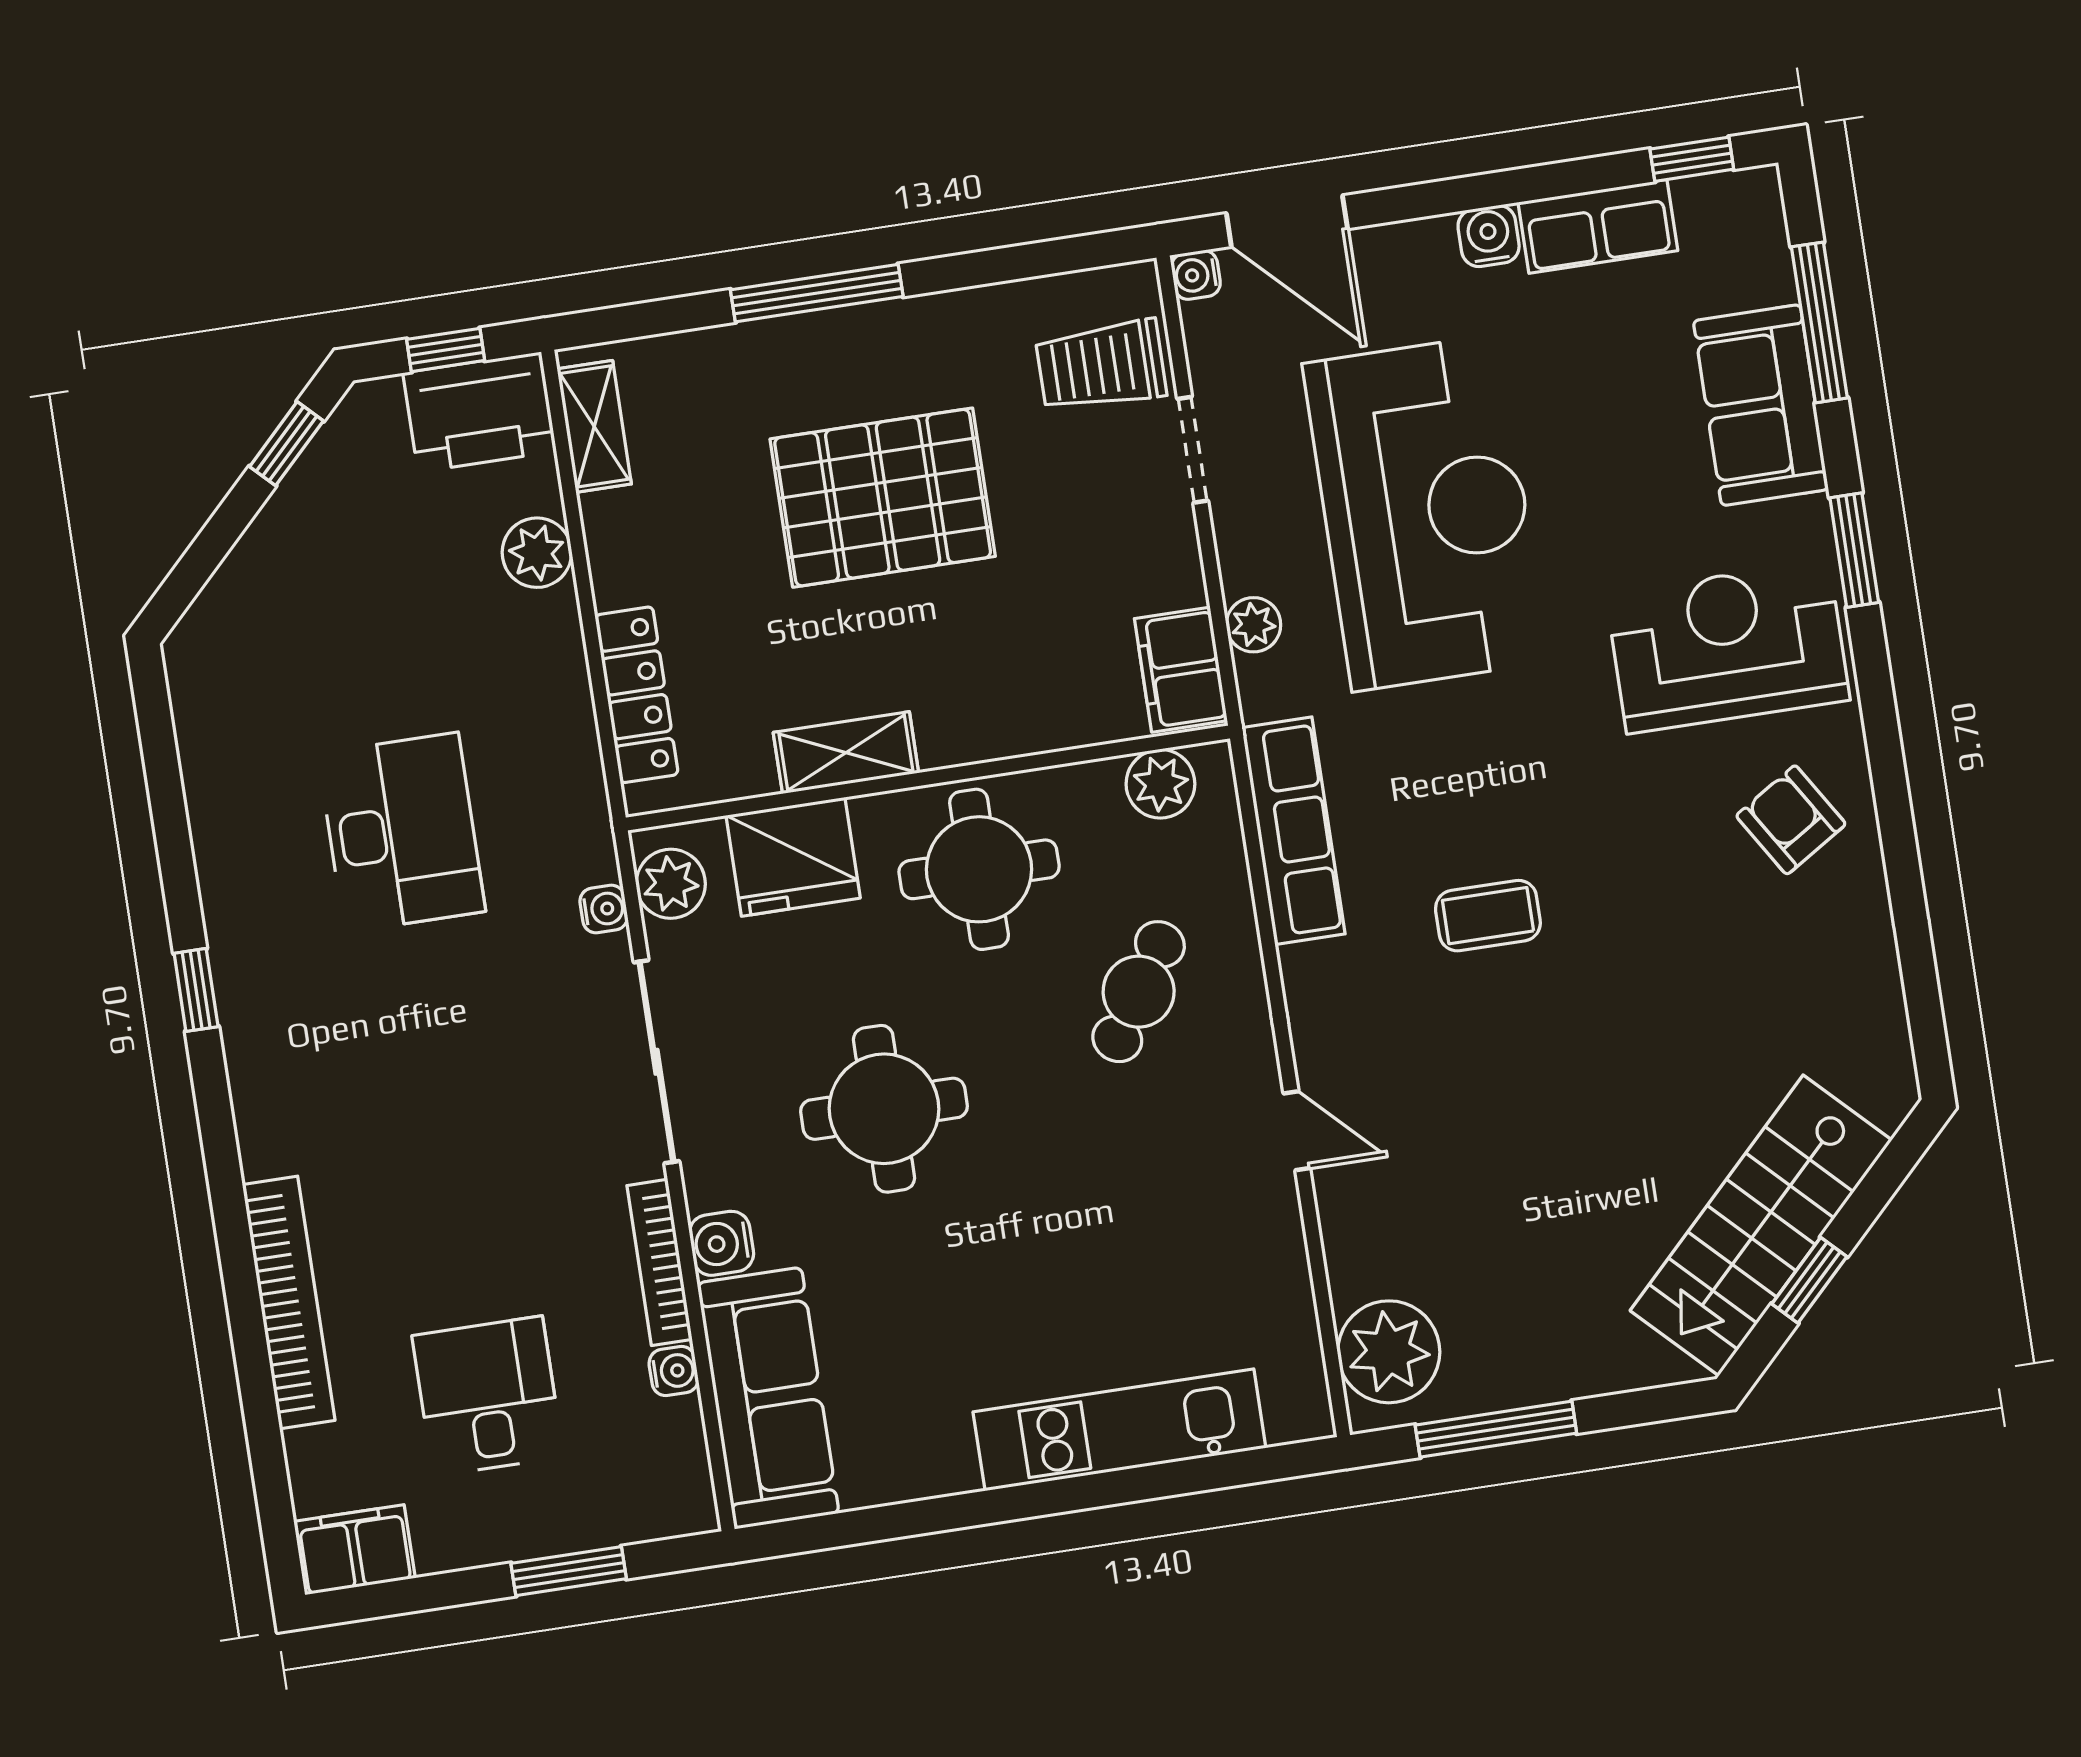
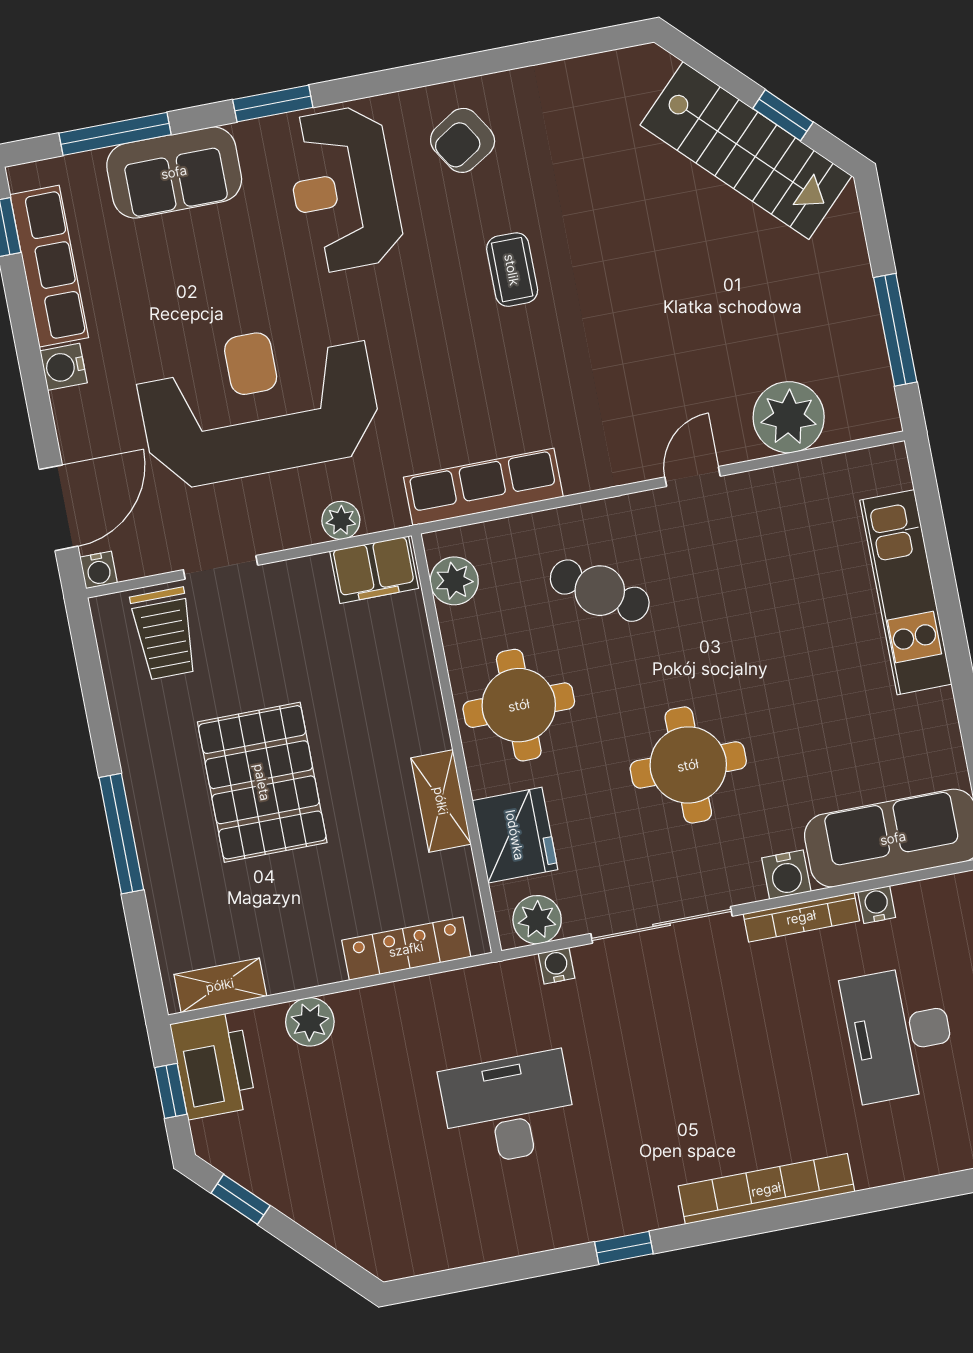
row of seats: (1598, 226) -> (49, 266), width x1.48
coffee table: (1488, 916) -> (512, 270), moved
bookcase: (289, 1302) -> (766, 1189), moved
plant: (1389, 1352) -> (789, 417), moved
desk: (488, 1396) -> (899, 1033), width x1.37

